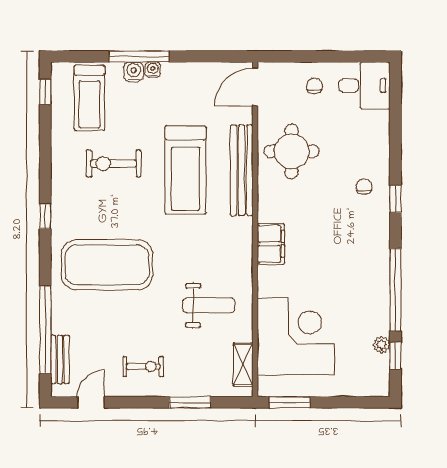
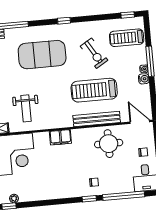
water cooler: (134, 72) -> (144, 79), moved
exercise bike: (114, 164) -> (94, 53), turned 149
exercise mat: (107, 265) -> (42, 55), turned 90
window: (395, 290) -> (124, 196), moved

